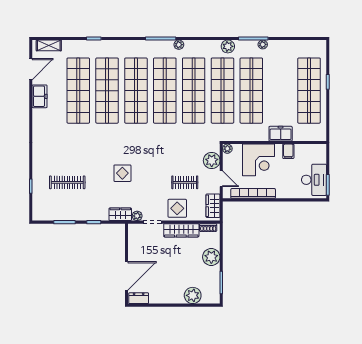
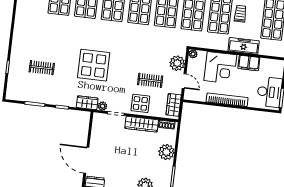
trolley: (273, 100) -> (240, 14), added
freezer: (281, 134) -> (244, 46), width x1.40
filing cabinet: (288, 151) -> (249, 63), width x2.00
display table: (122, 173) -> (94, 65), width x1.86, depth x1.86
clothes rail: (67, 182) -> (42, 68), width x0.73
bookcase: (253, 193) -> (227, 100), moved
door: (127, 276) -> (86, 160), swing flipped

